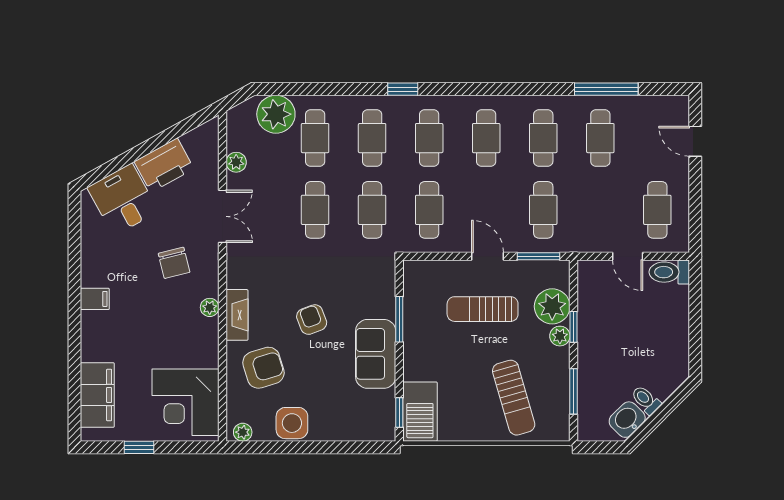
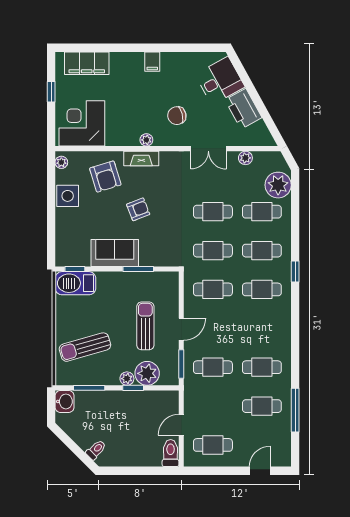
cafe table: (486, 138) -> (262, 328), removed
toilet: (646, 400) -> (96, 450), moved
washbasin: (627, 420) -> (65, 401), moved, turned 45

